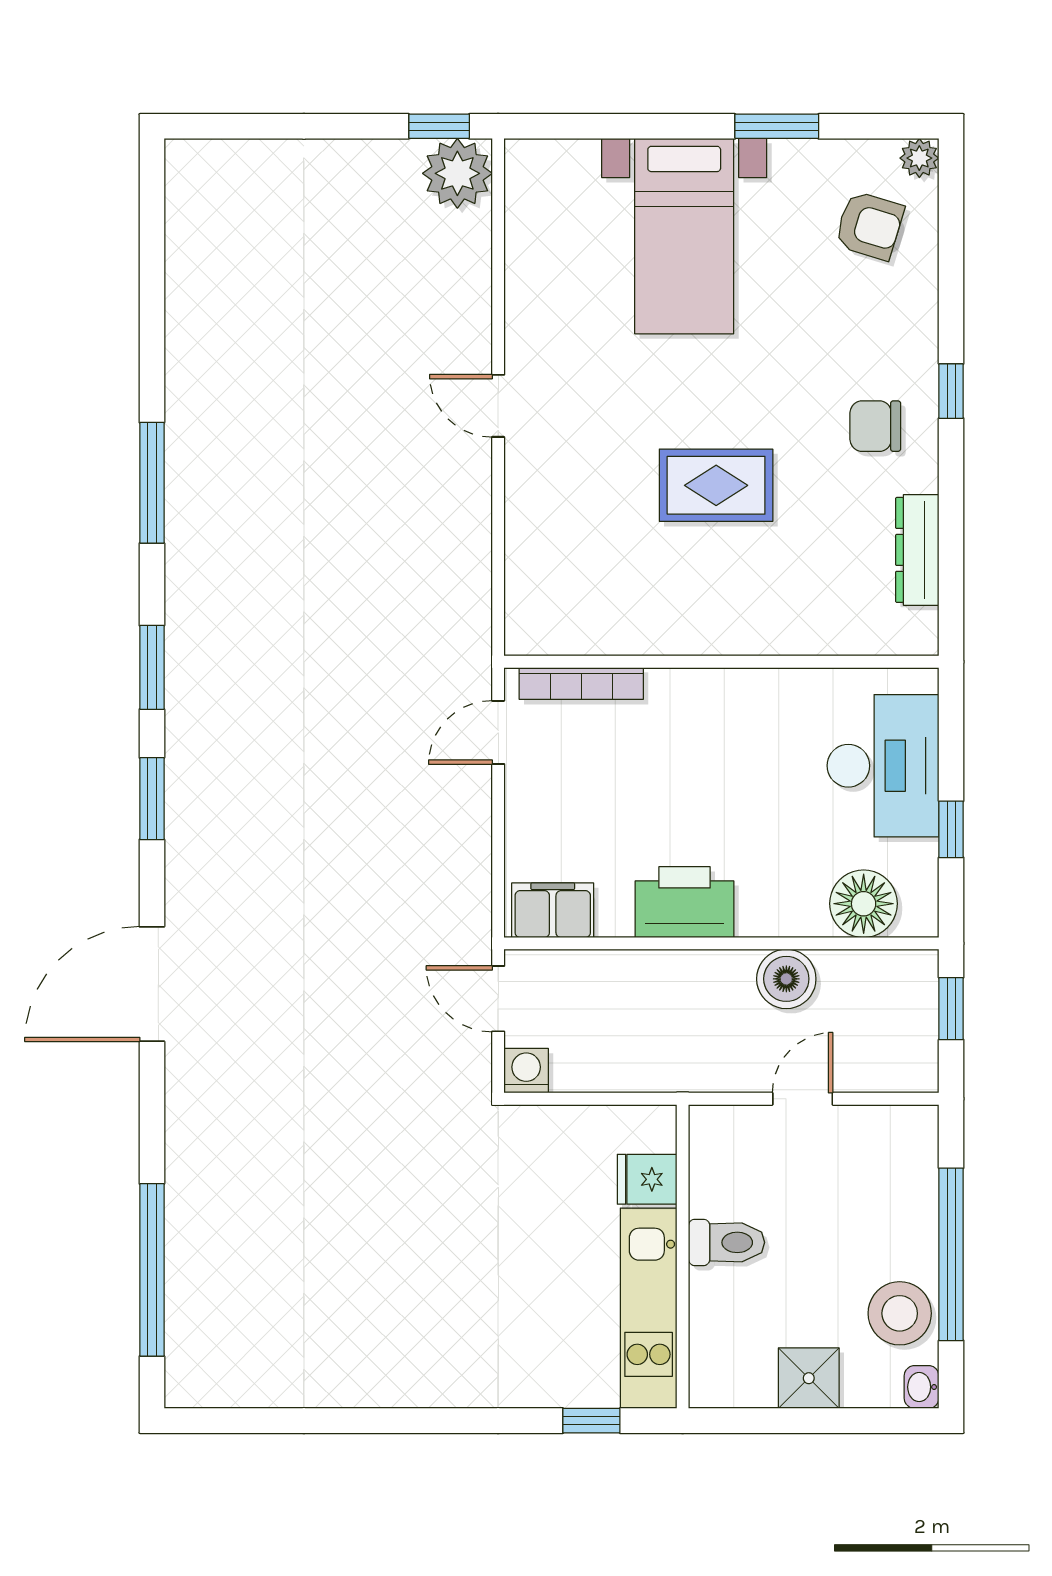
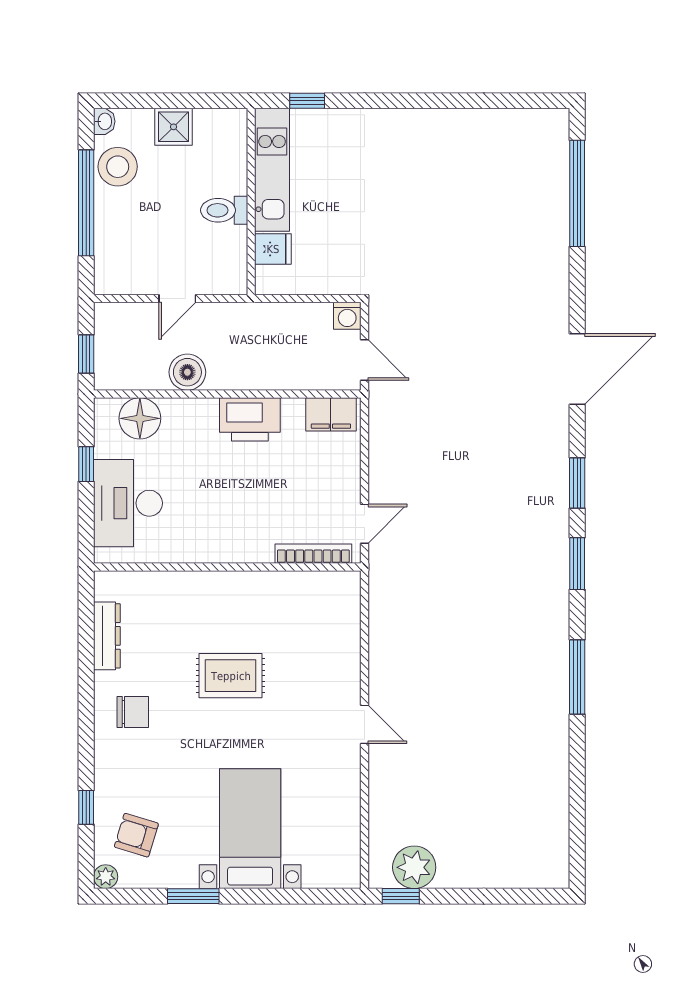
plant: (457, 173) -> (414, 867), moved
window: (951, 391) -> (86, 807), moved

